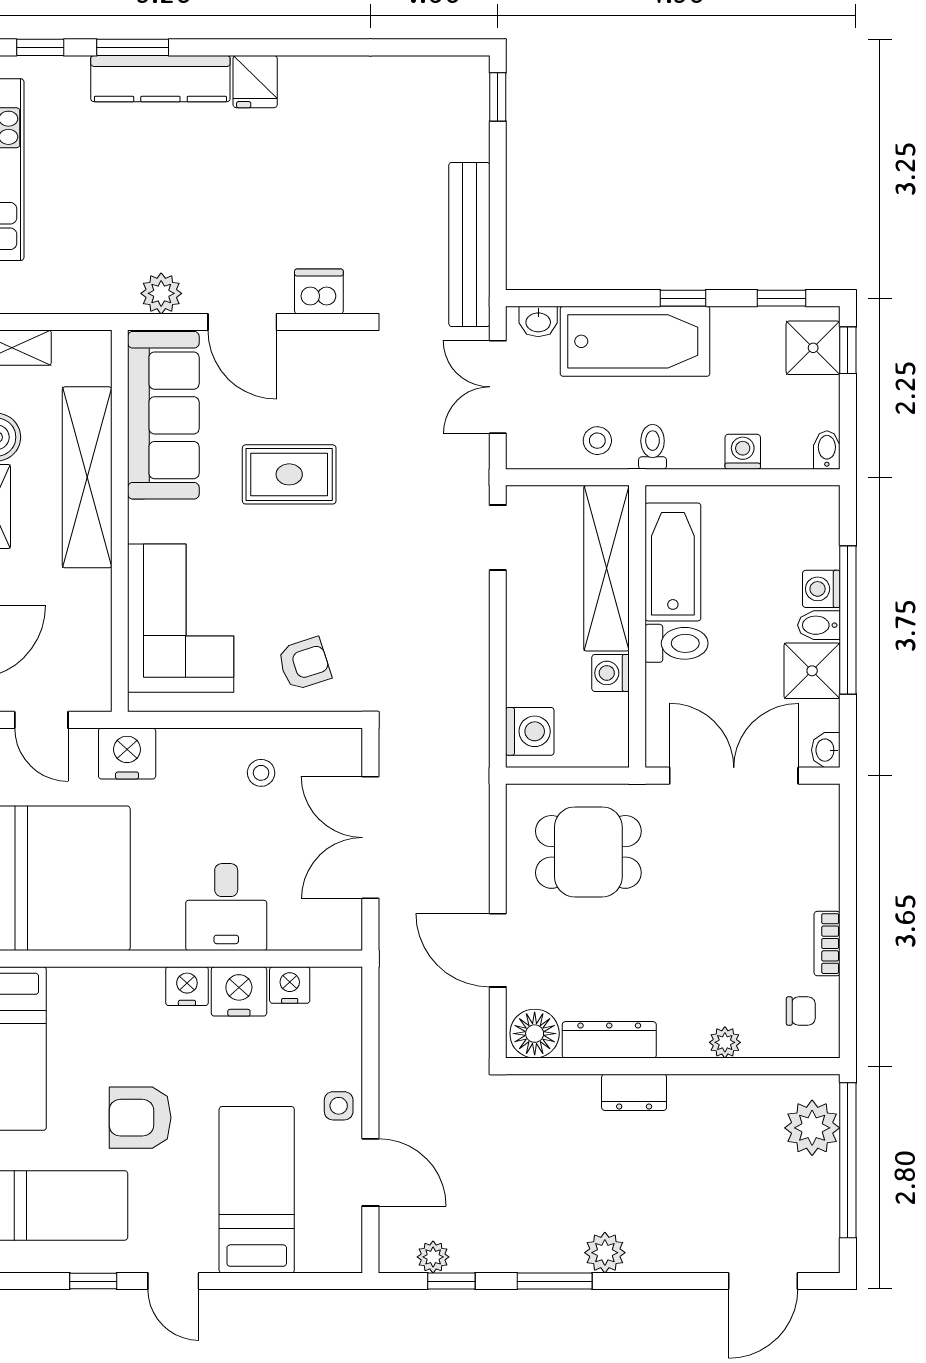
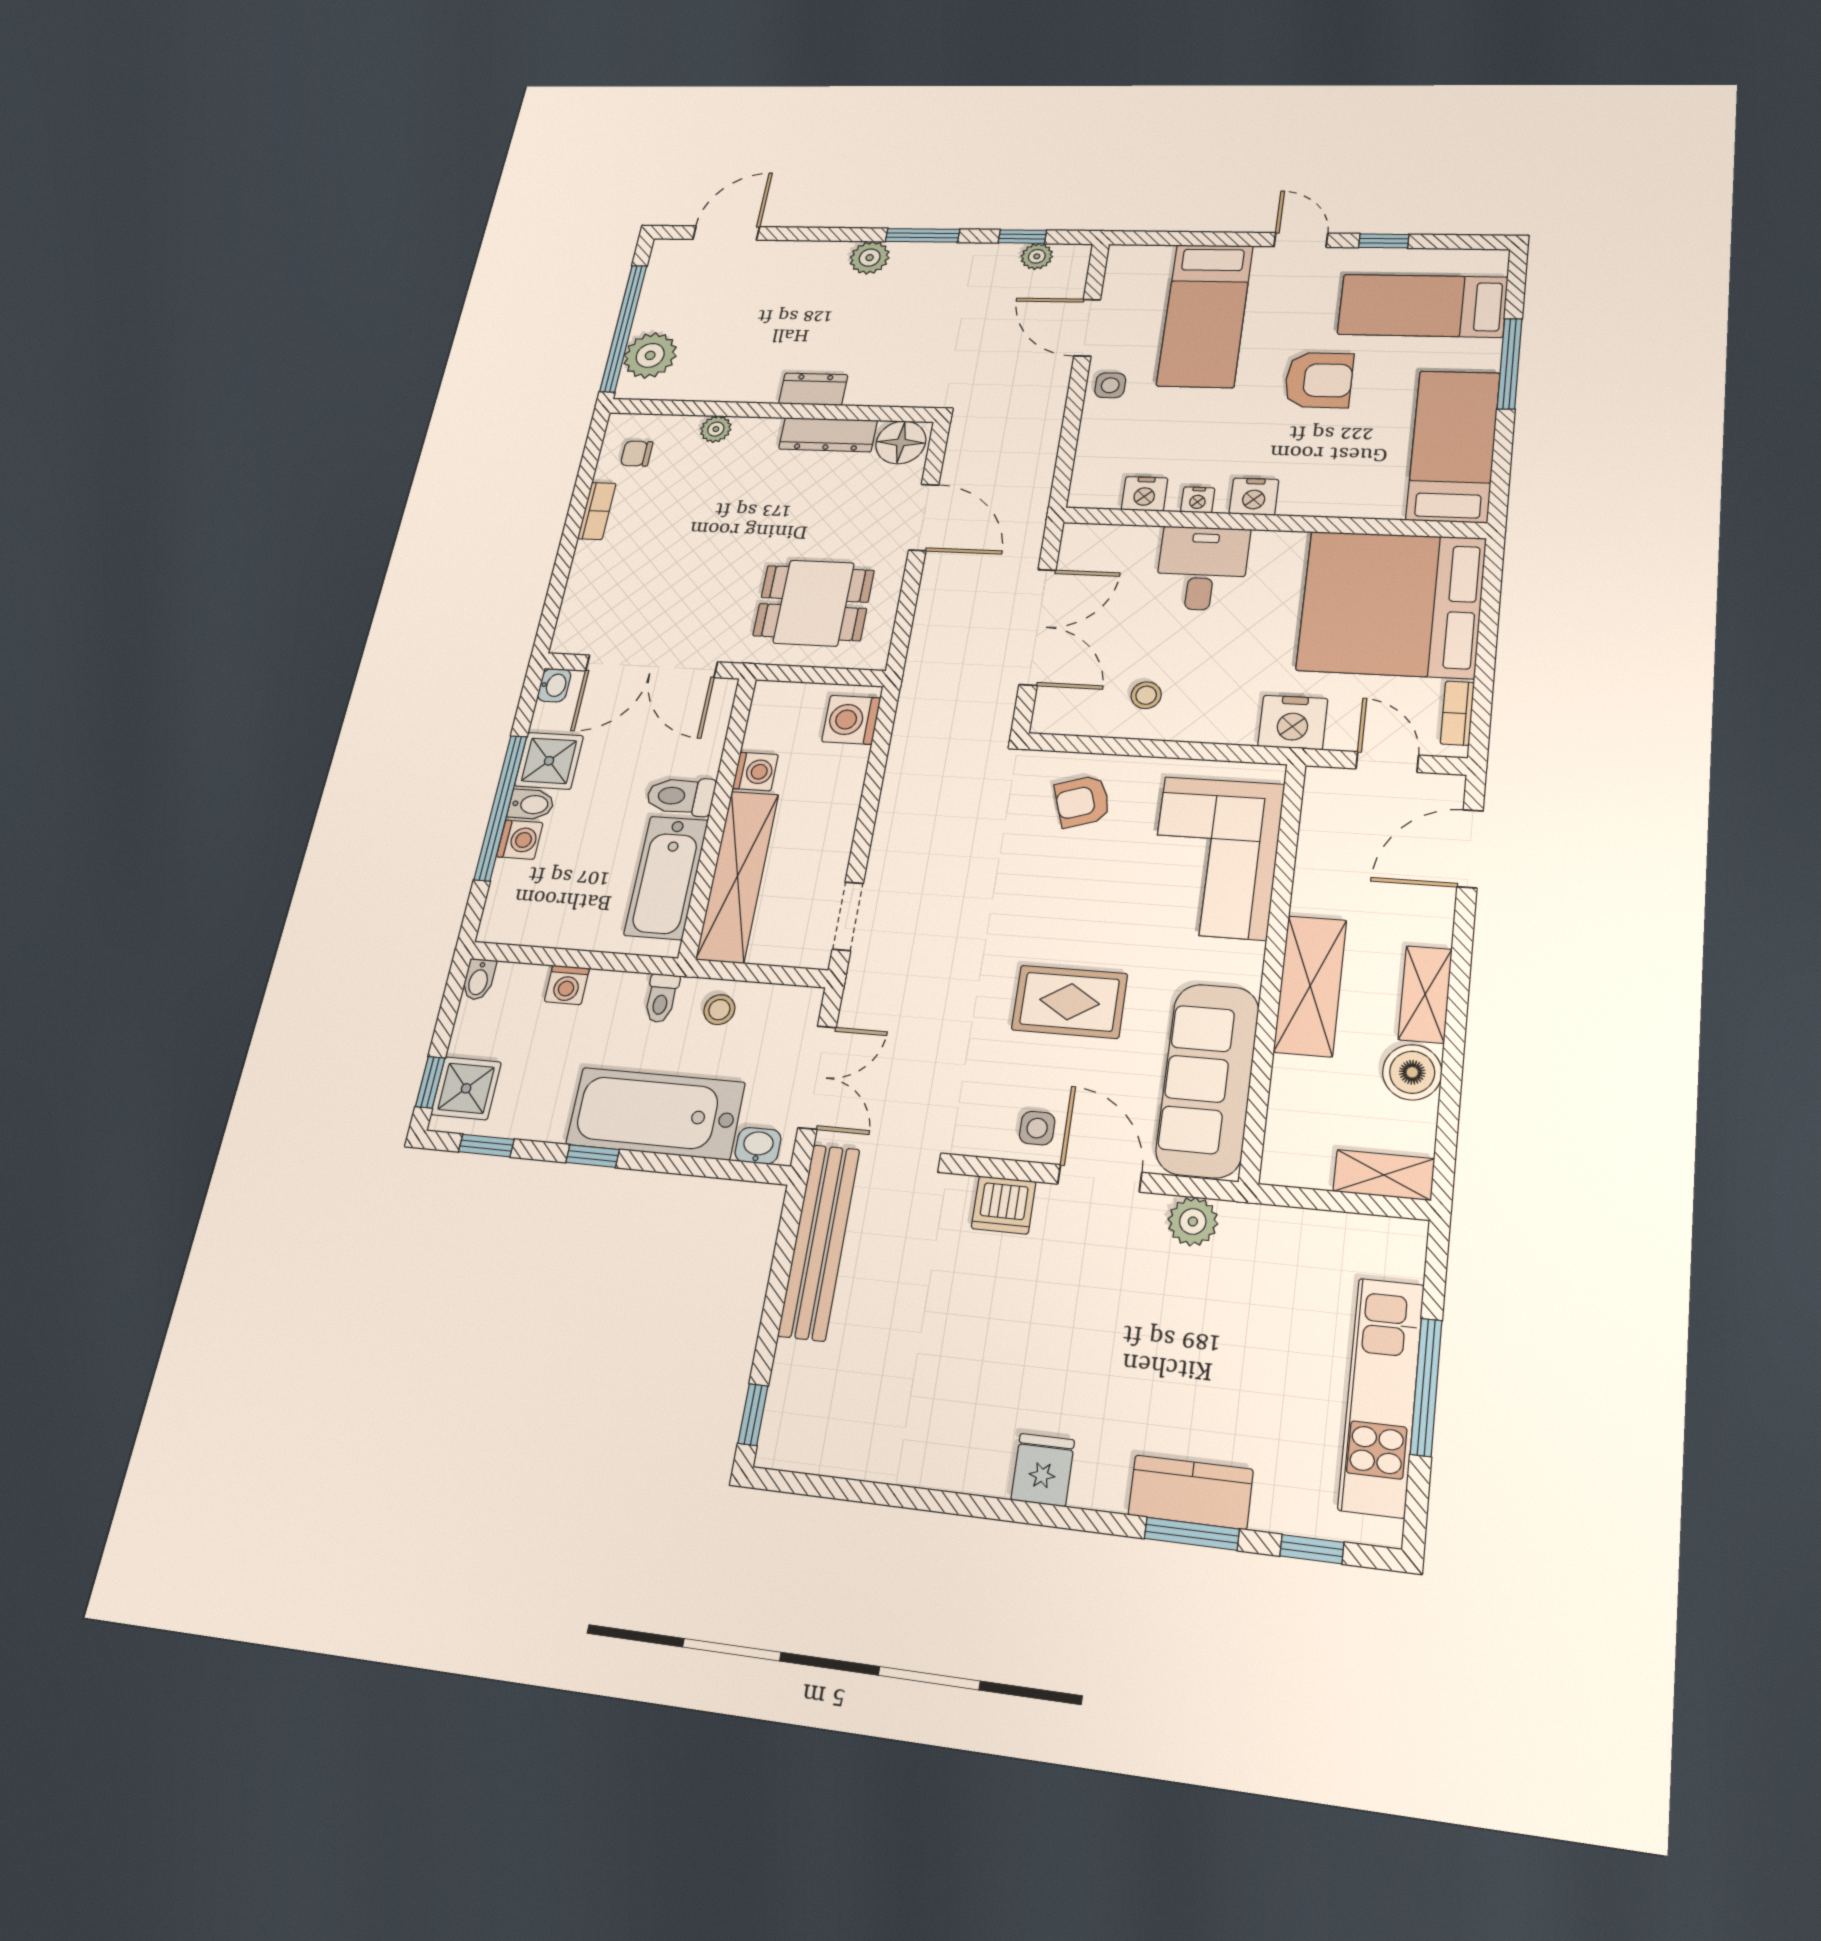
kitchen counter: (160, 79) -> (1191, 1492), width x0.67
side table: (301, 360) -> (1037, 1128), added
shelving: (87, 477) -> (1310, 986), width x0.68
nightstand: (239, 991) -> (1198, 500), width x0.53, depth x0.56

